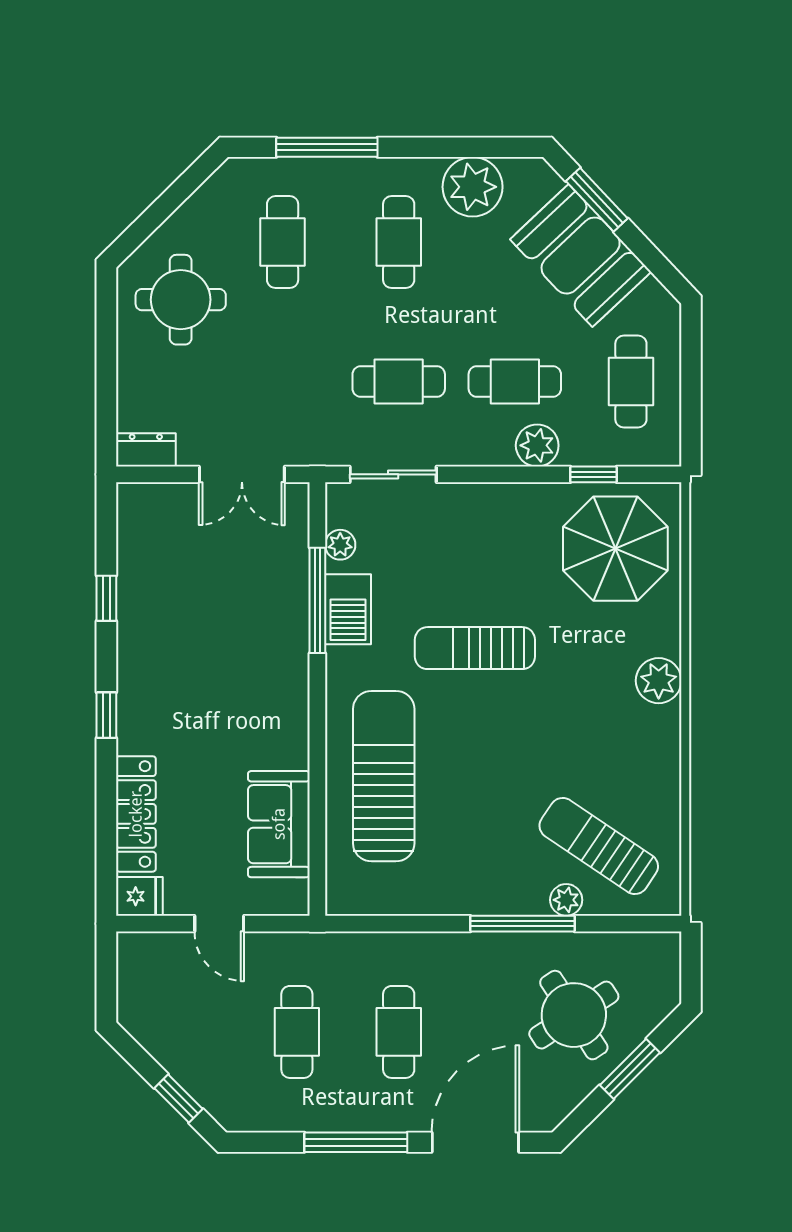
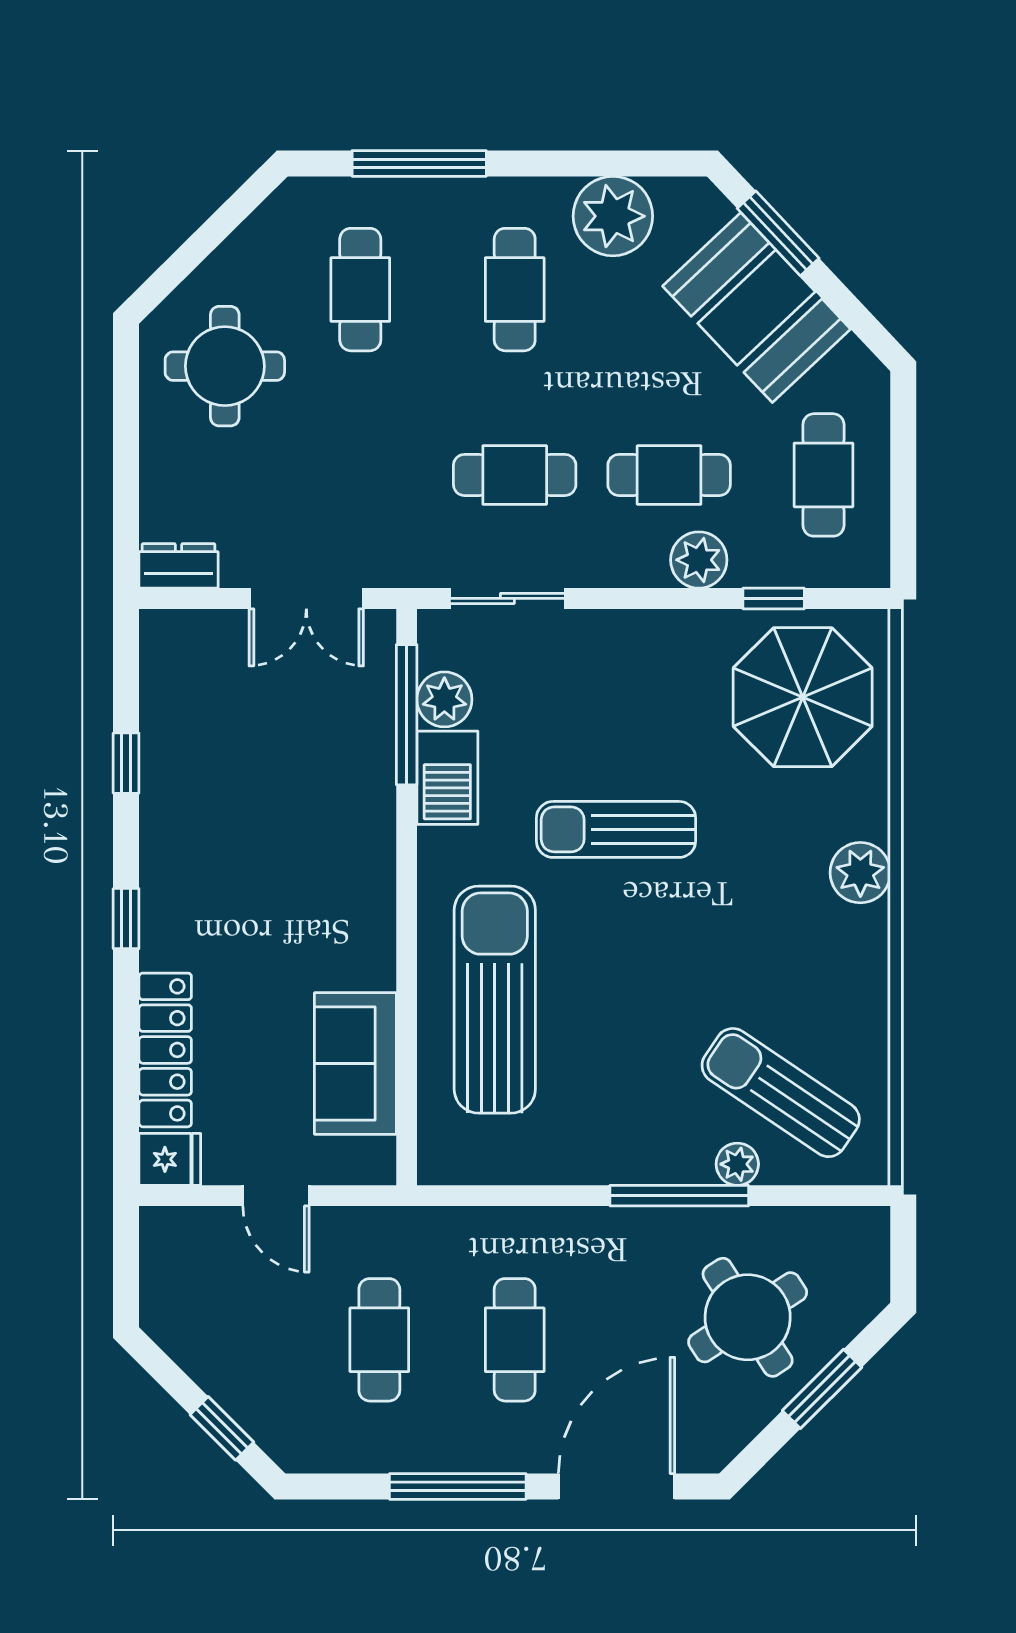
plant: (340, 545) -> (444, 699), width x1.38, depth x1.38
window: (317, 600) -> (407, 715), moved

